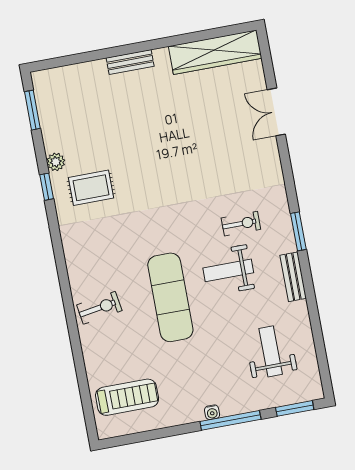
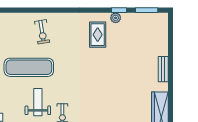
window: (47, 187) -> (119, 10), moved
exercise bike: (99, 308) -> (42, 32), moved

